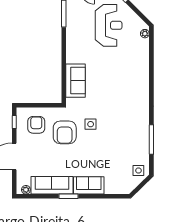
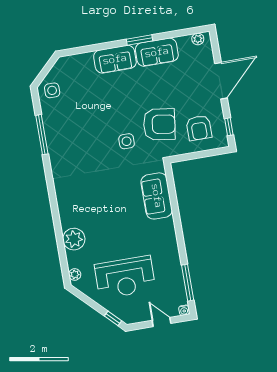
reception desk: (109, 25) -> (125, 277), turned -90
plant: (141, 59) -> (74, 239), added
armchair: (65, 132) -> (159, 124), turned 98
sofa: (52, 185) -> (157, 52), width x0.73

